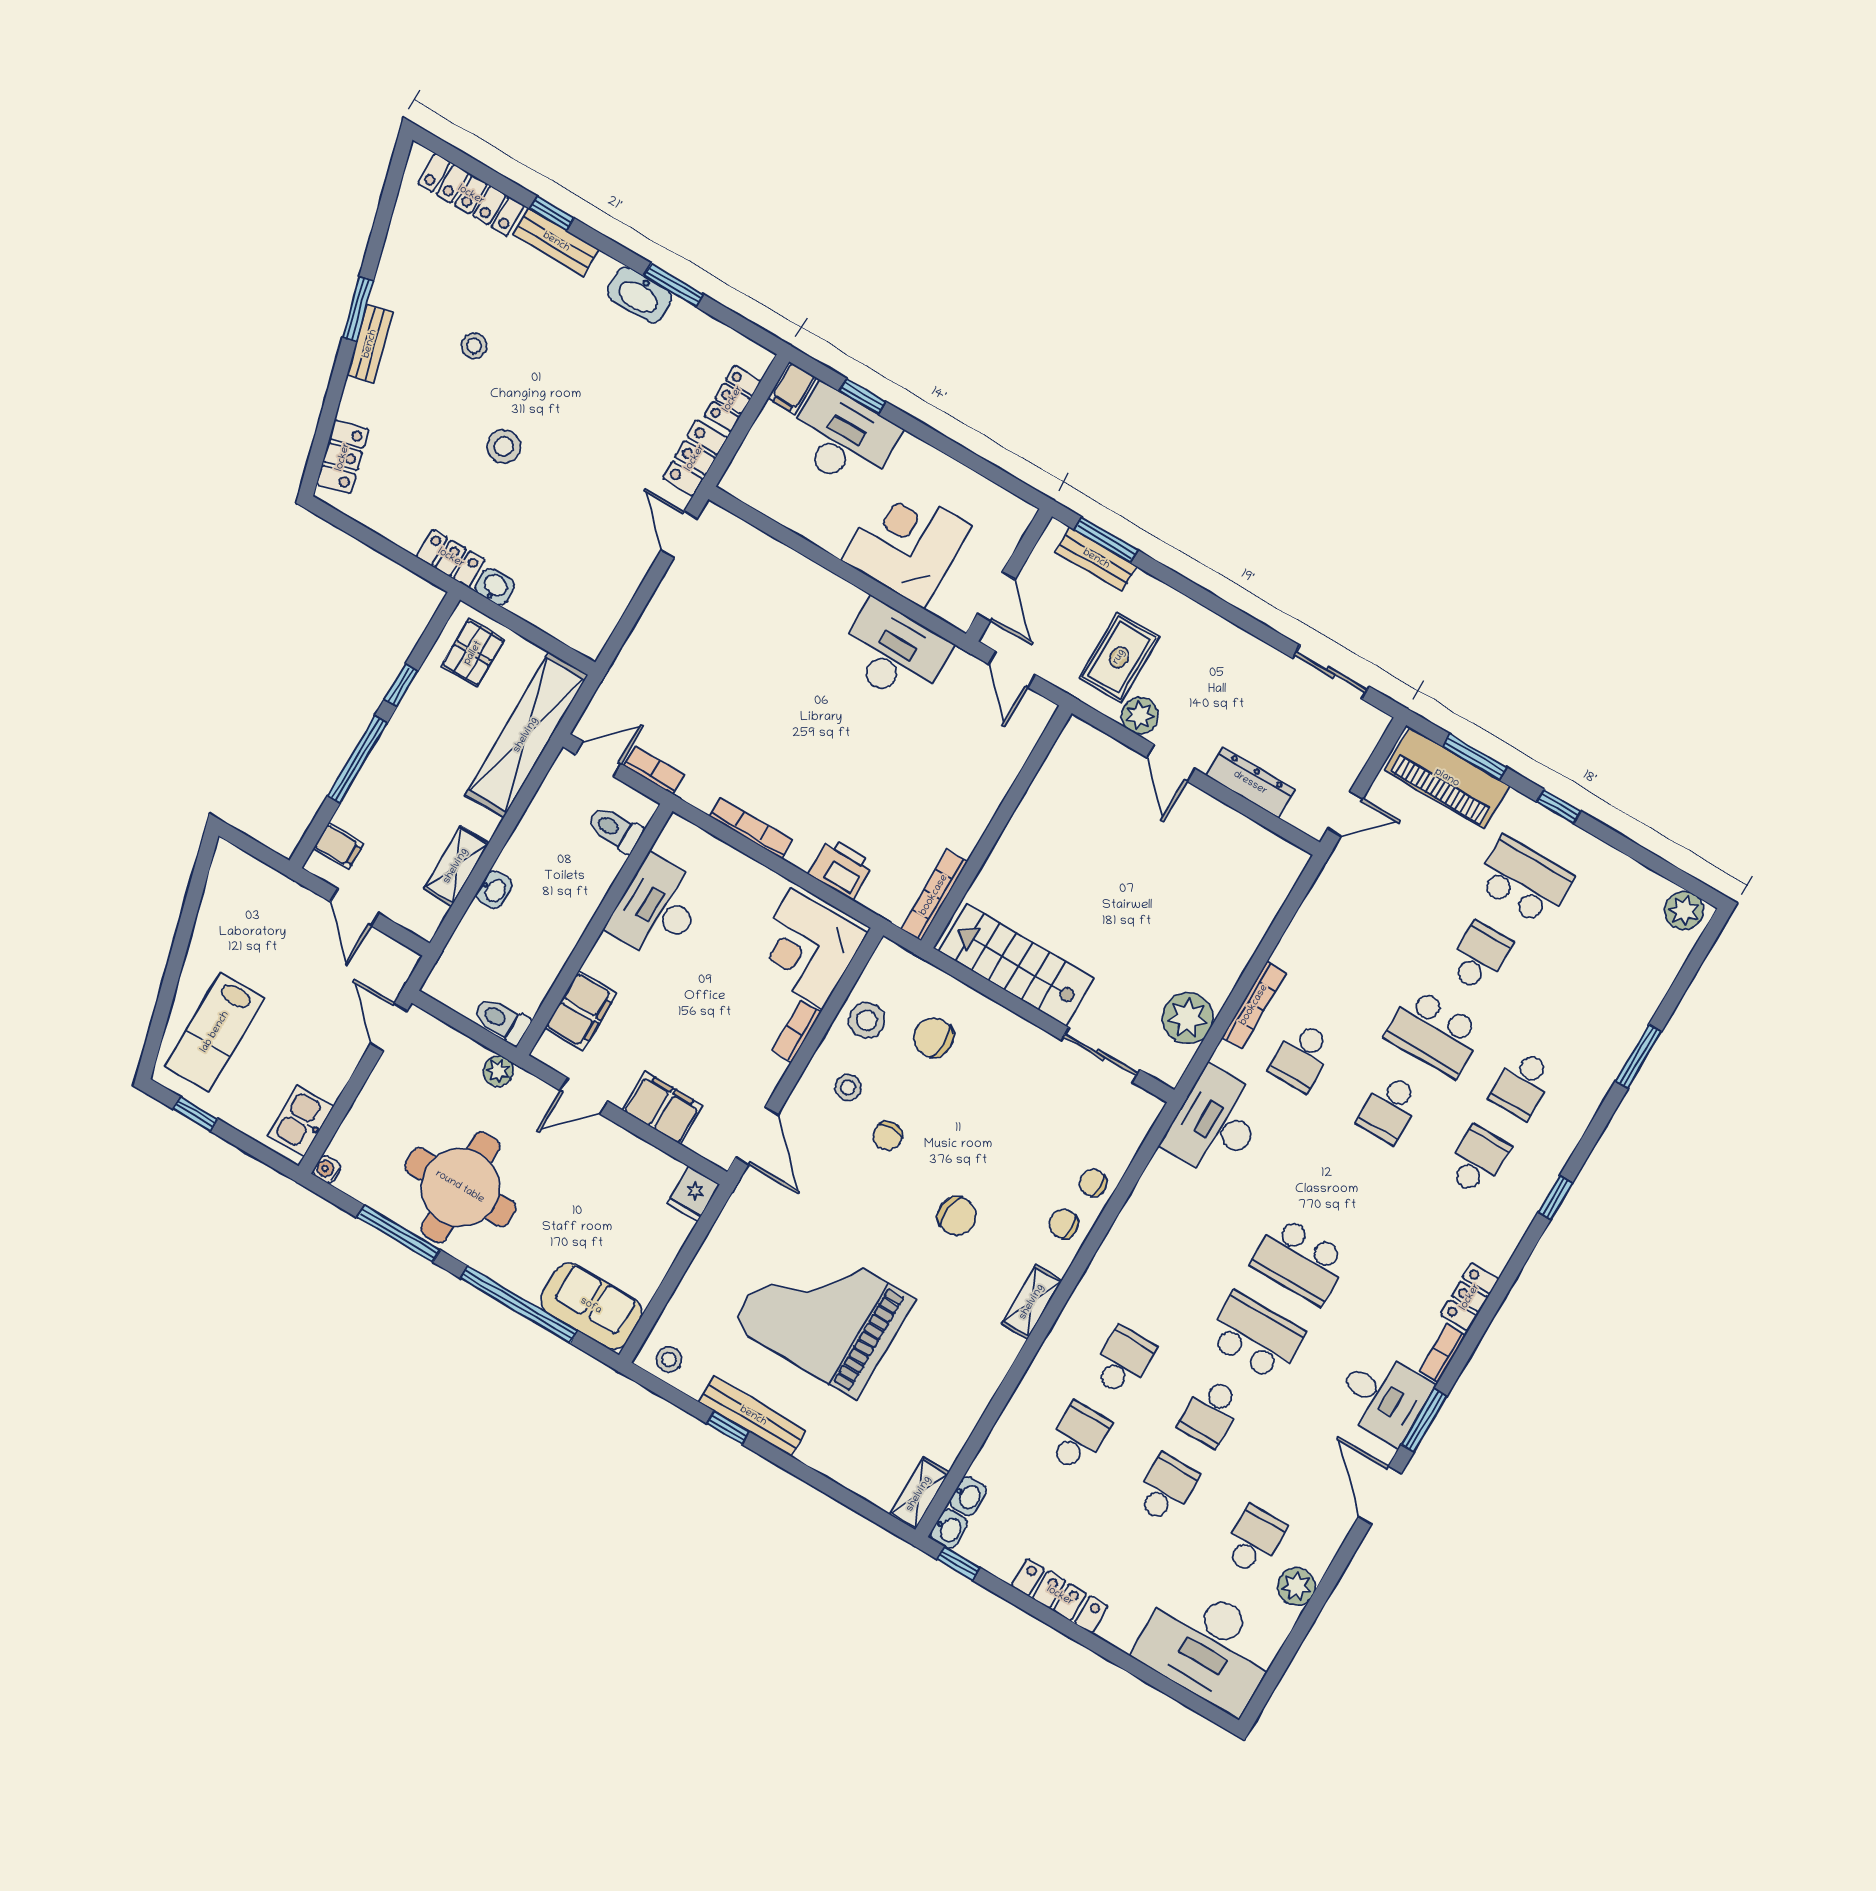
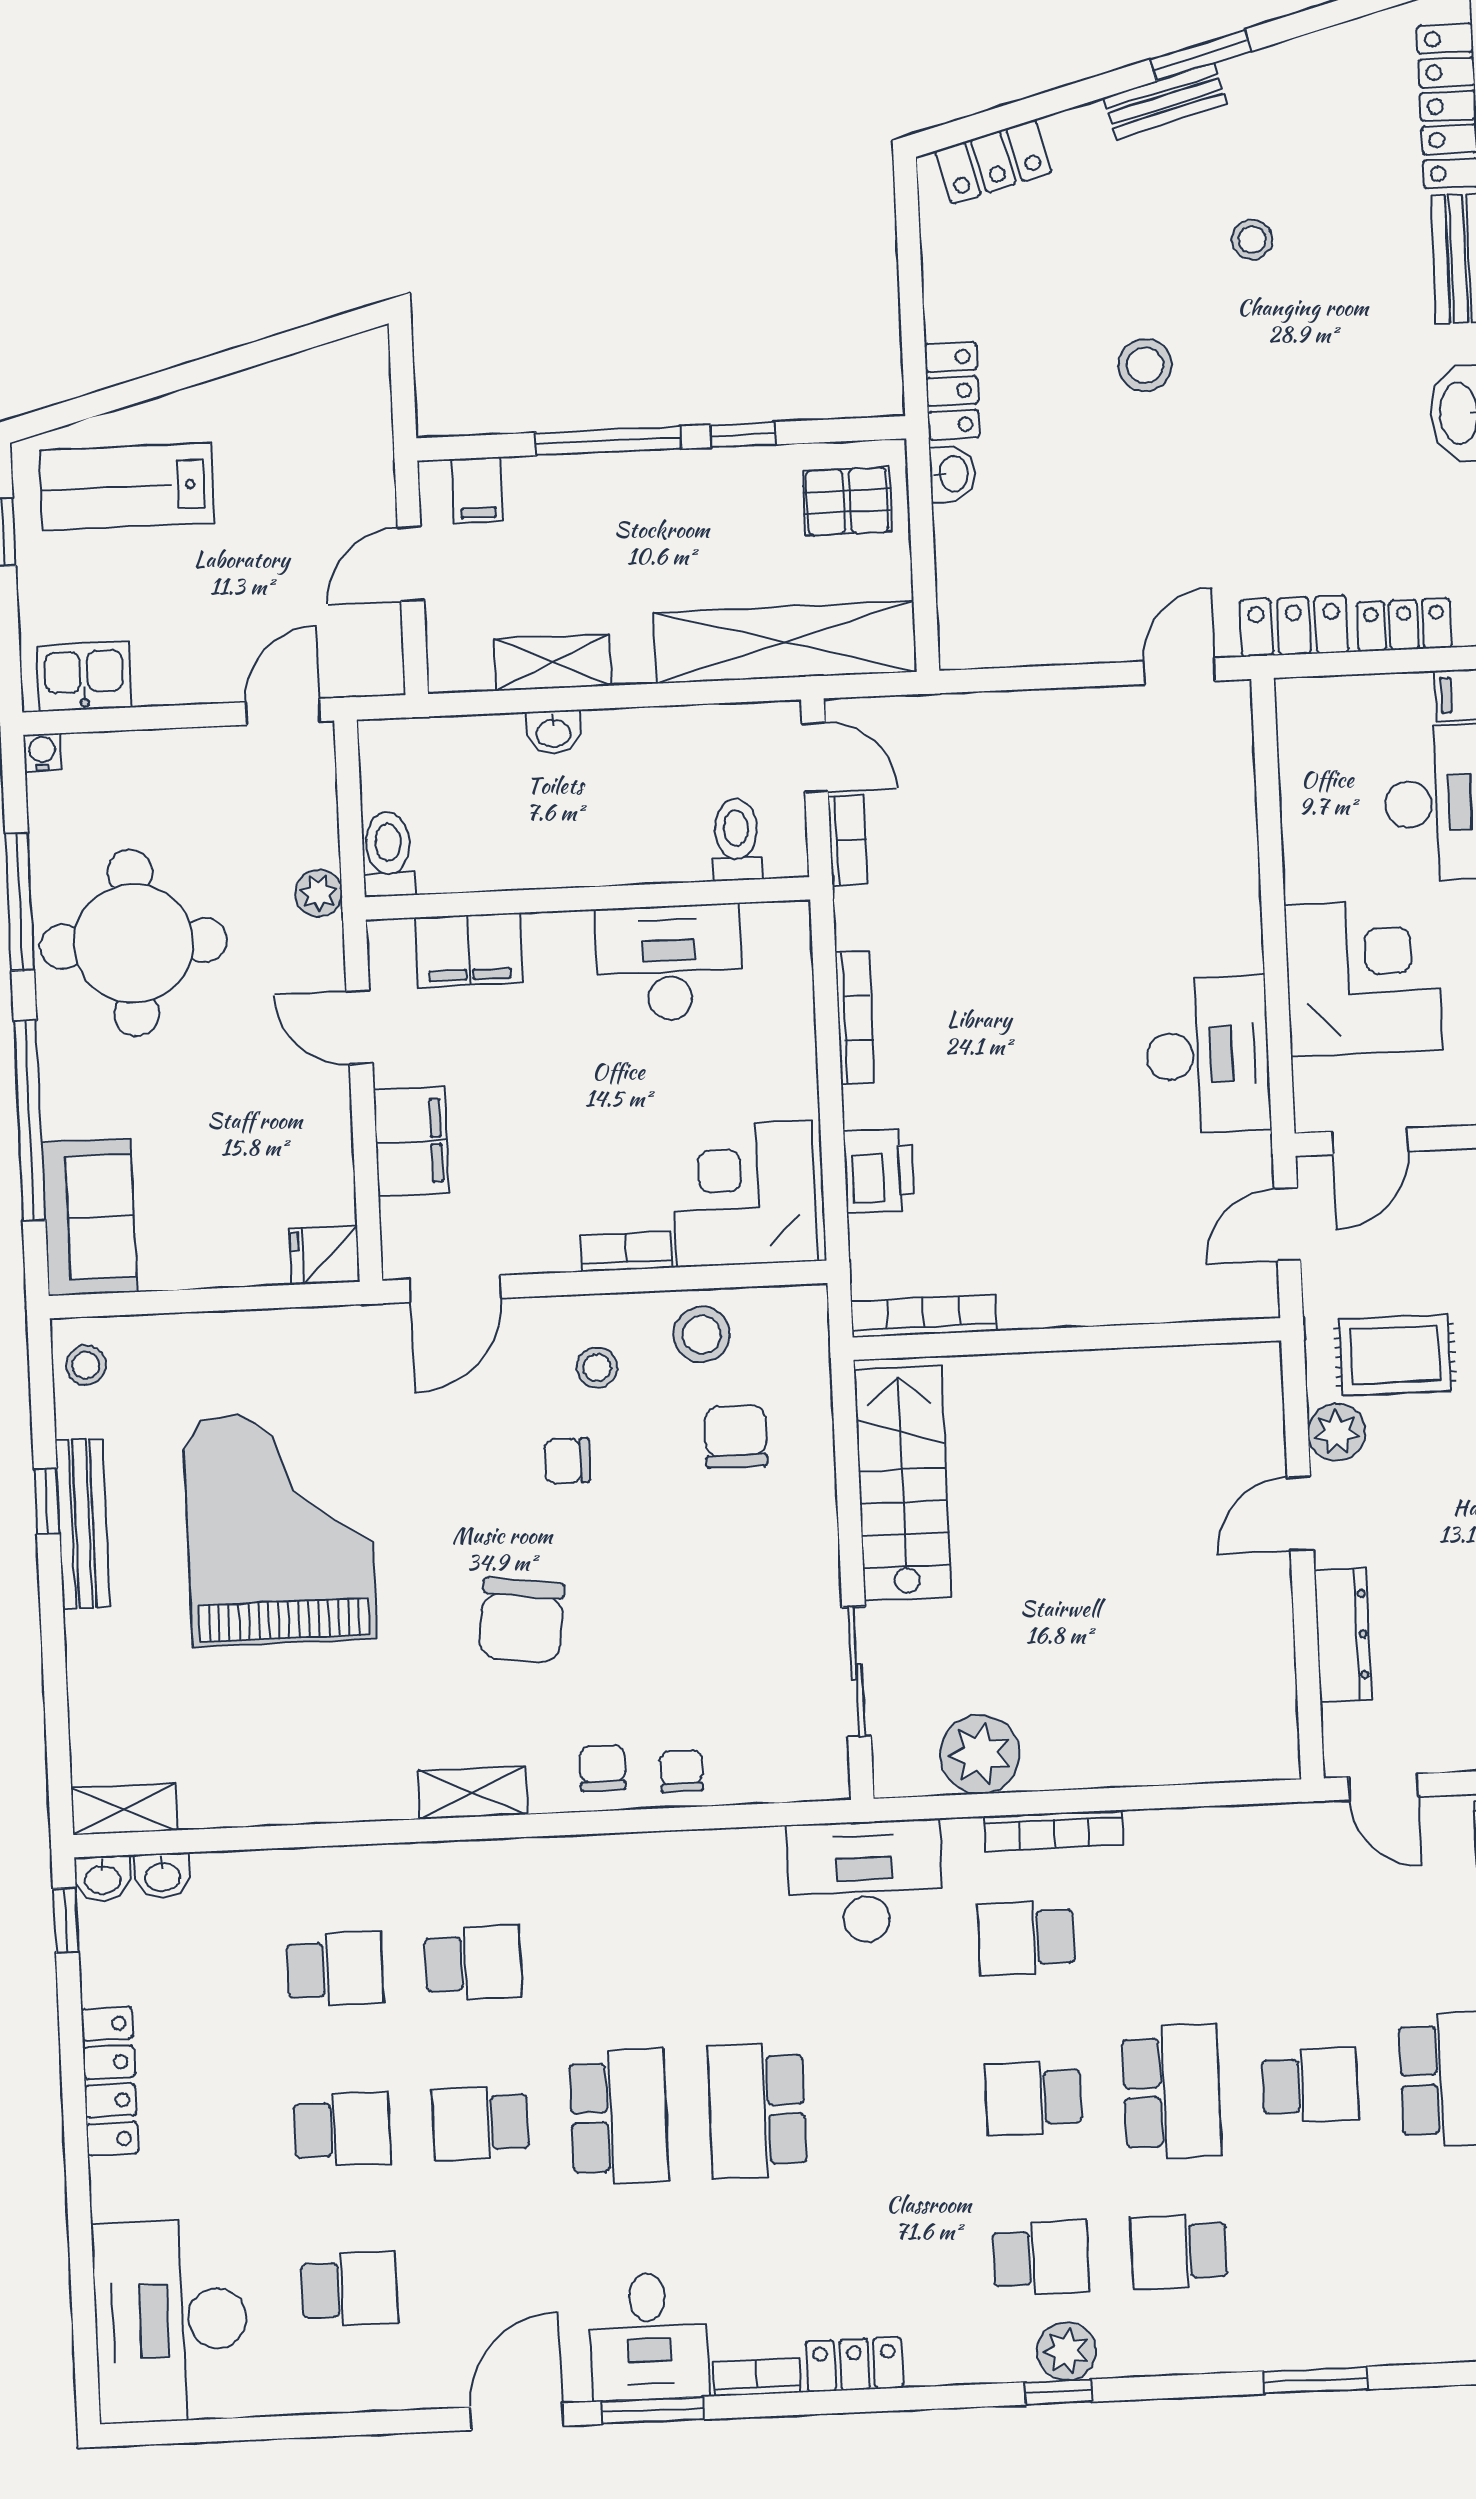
school desk: (1434, 1033) -> (1172, 2092), turned 180
chair: (957, 1216) -> (522, 1621), width x1.37, depth x1.37
plant: (1296, 1586) -> (1066, 2351), moved

